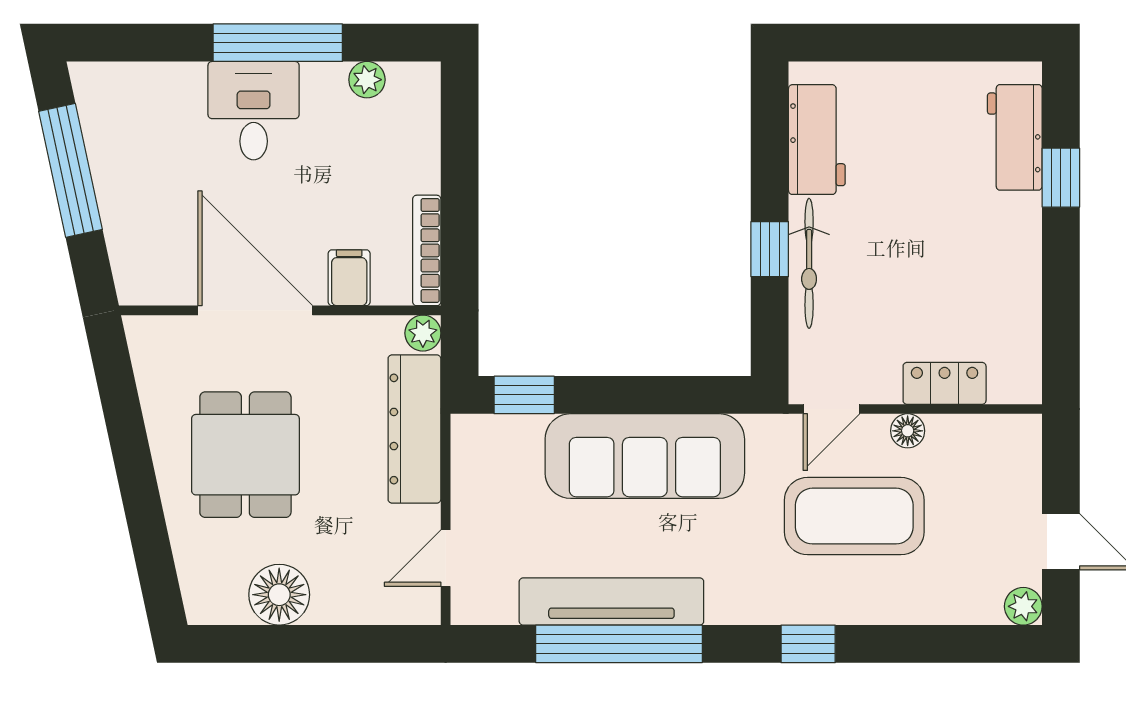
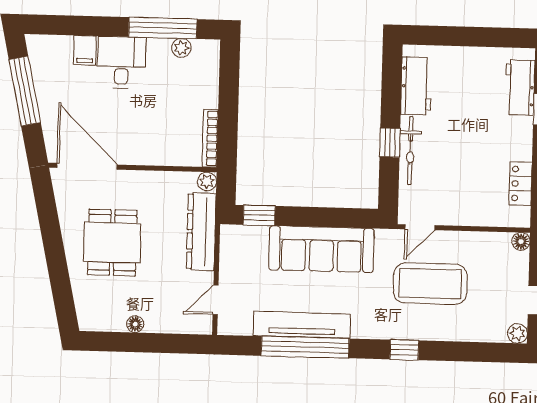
window: (278, 43) -> (163, 28), moved
filing cabinet: (349, 278) -> (85, 50), moved, turned 180
door: (255, 310) -> (87, 166), moved
locker: (945, 383) -> (521, 184), moved, turned -90
floor lamp: (908, 431) -> (521, 241), moved
floor lamp: (279, 595) -> (135, 324), width x0.53, depth x0.53

